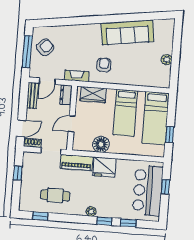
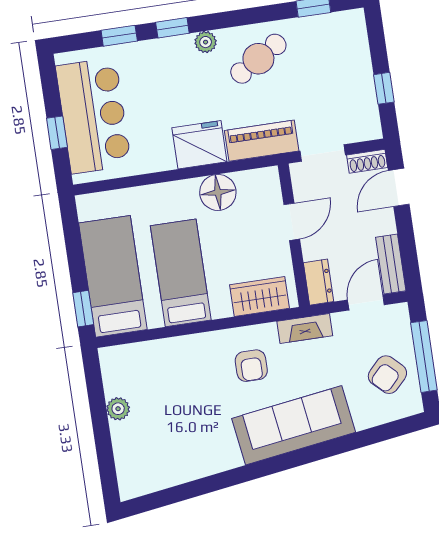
sofa: (127, 32) -> (294, 425), moved
window: (170, 135) -> (83, 309), moved
cafe table: (55, 195) -> (258, 59), moved, turned -31

